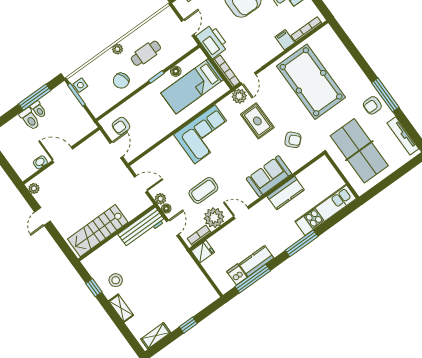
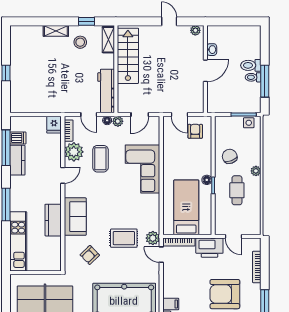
floor lamp: (176, 71) -> (207, 180), moved
corner sofa: (205, 134) -> (142, 169), moved
shelving: (156, 336) -> (108, 40), moved

